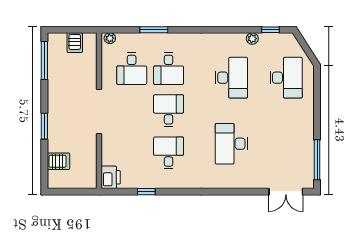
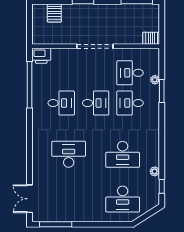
plant: (110, 38) -> (155, 80), moved
server rack: (75, 43) -> (151, 38), moved
window: (146, 192) -> (30, 85), width x3.17

